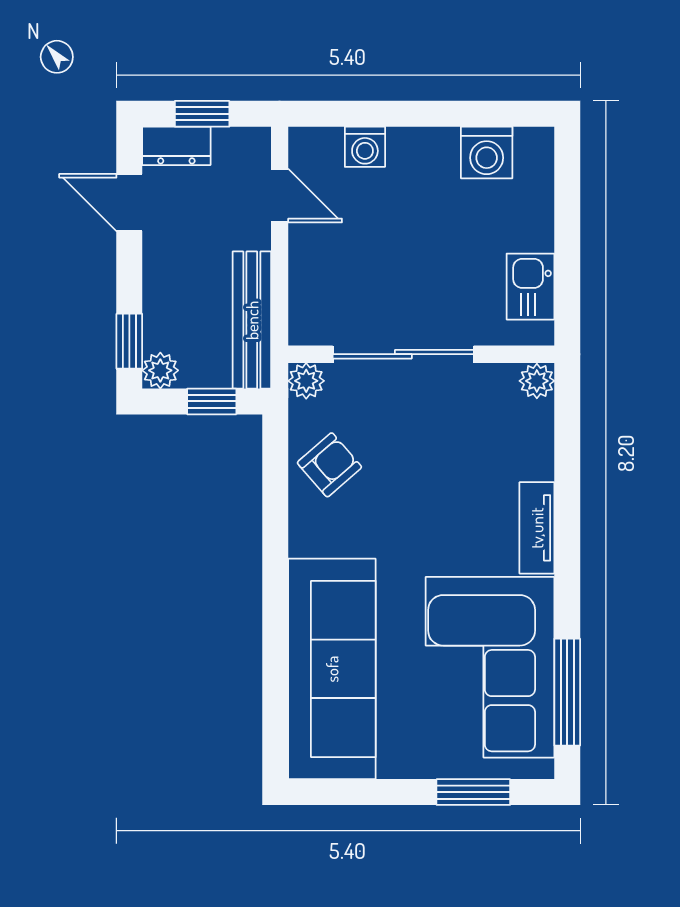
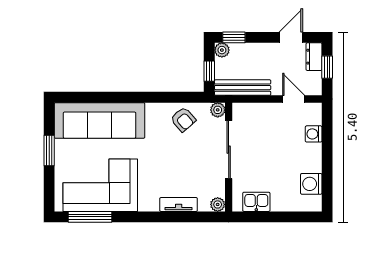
door: (280, 196) -> (294, 99), swing flipped
tv unit: (537, 528) -> (179, 204), moved
window: (473, 792) -> (49, 151), moved

